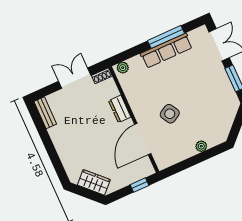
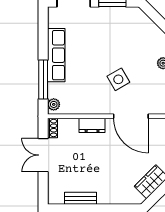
window: (166, 37) -> (43, 79), moved
bench: (45, 113) -> (81, 198), moved

